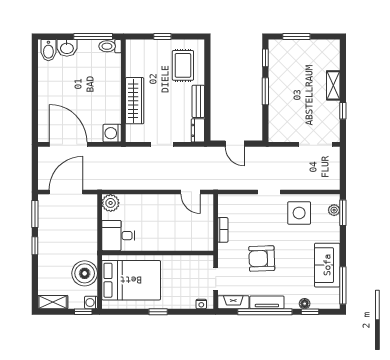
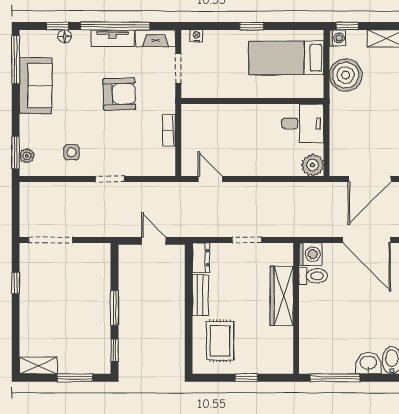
toilet: (110, 46) -> (313, 276), moved
shelving: (333, 85) -> (38, 365), moved, turned 90
side table: (299, 213) -> (72, 152), width x0.54, depth x0.54
bed: (131, 280) -> (286, 58), width x0.67

